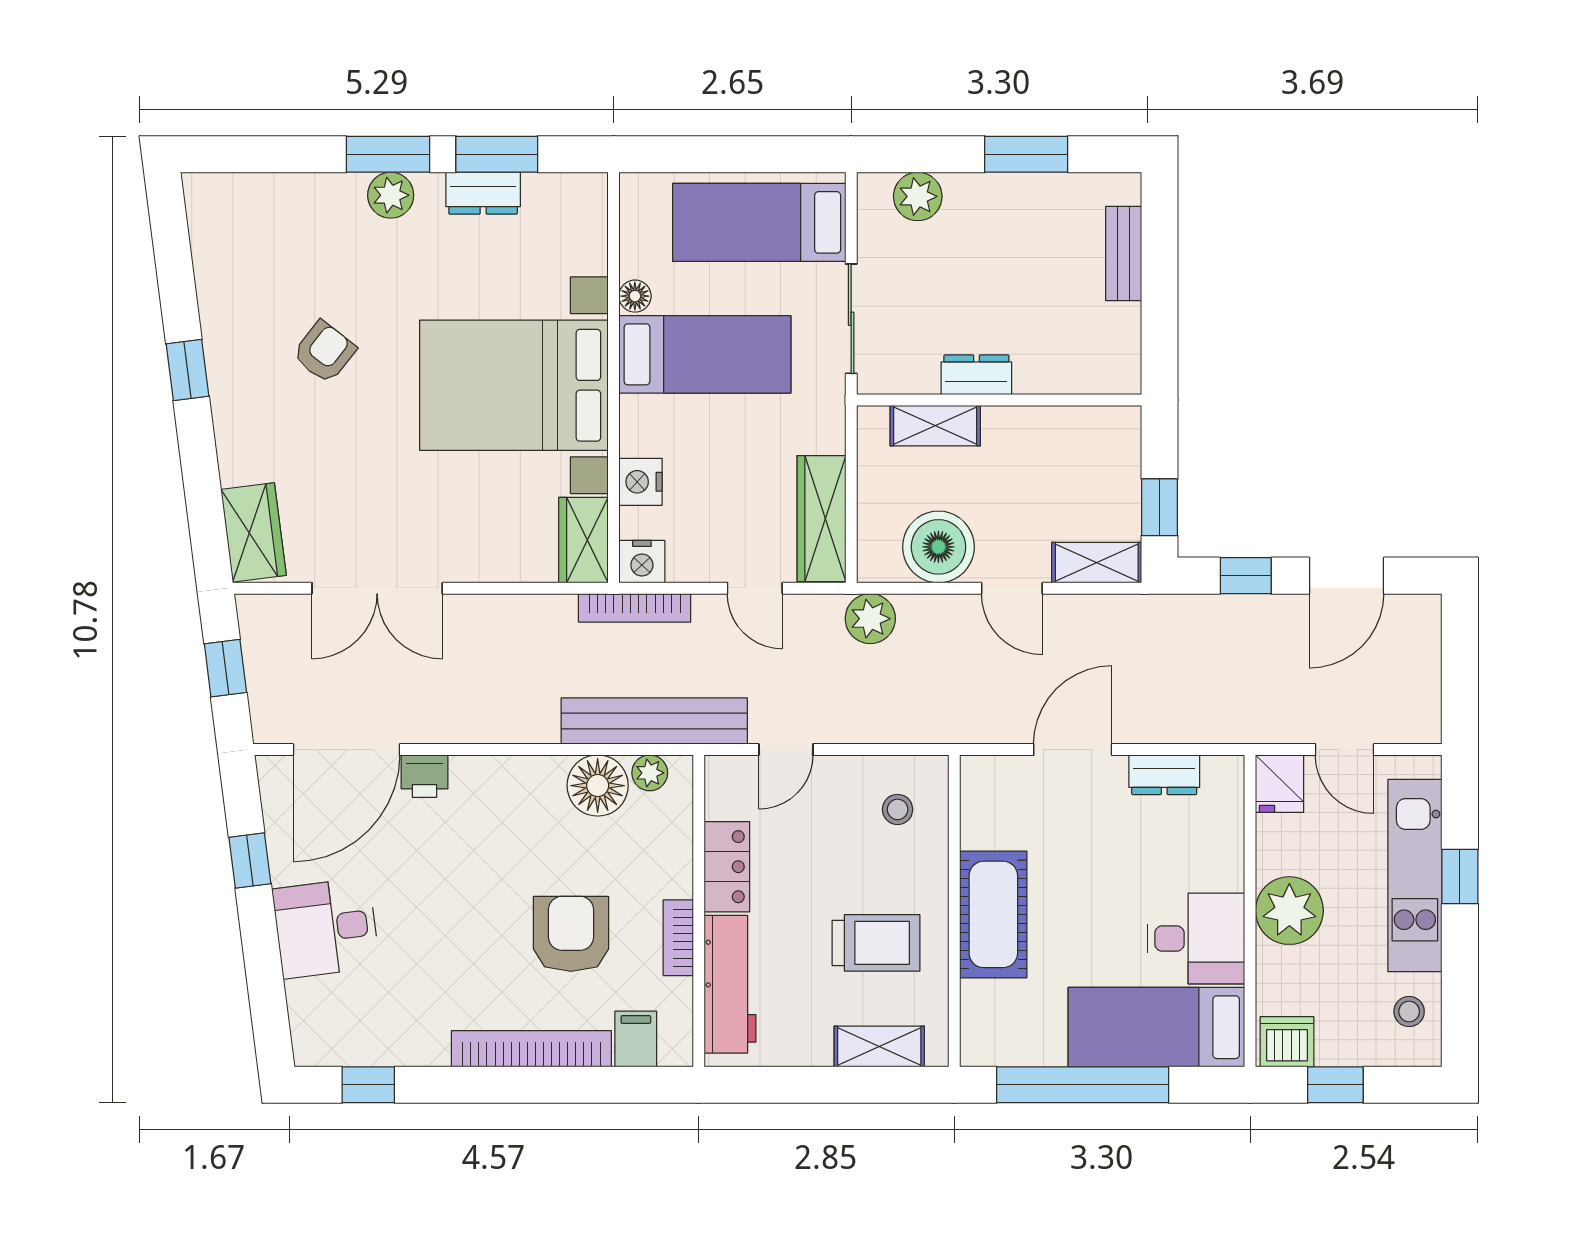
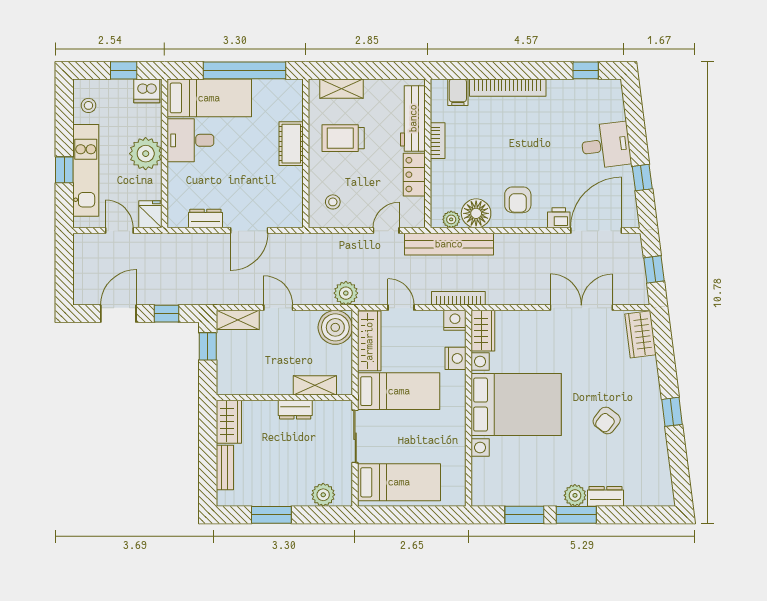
dresser: (483, 193) -> (605, 496), moved
floor lamp: (635, 296) -> (458, 447), removed
wardrobe: (1115, 349) -> (229, 422), added
bed: (705, 354) -> (399, 391), moved, turned 180
boiler: (938, 547) -> (335, 327), moved
cot: (993, 914) -> (291, 144), width x0.73, depth x0.75
armchair: (571, 934) -> (518, 200), moved, width x0.72, depth x0.72

